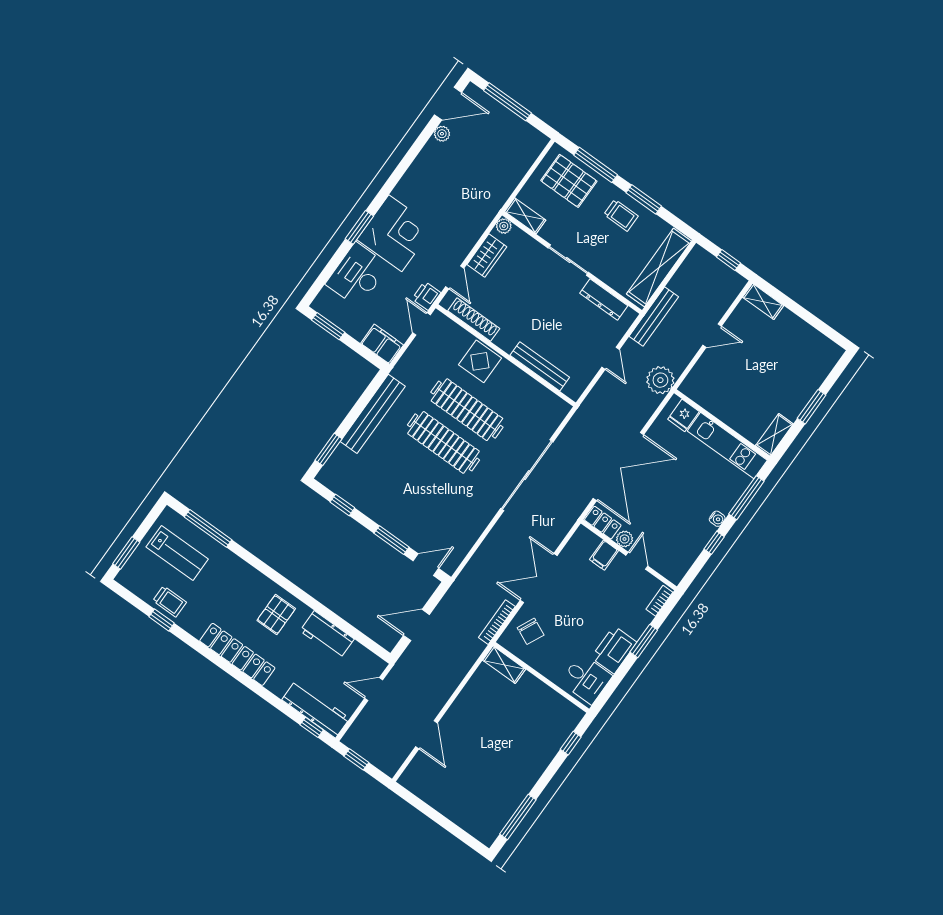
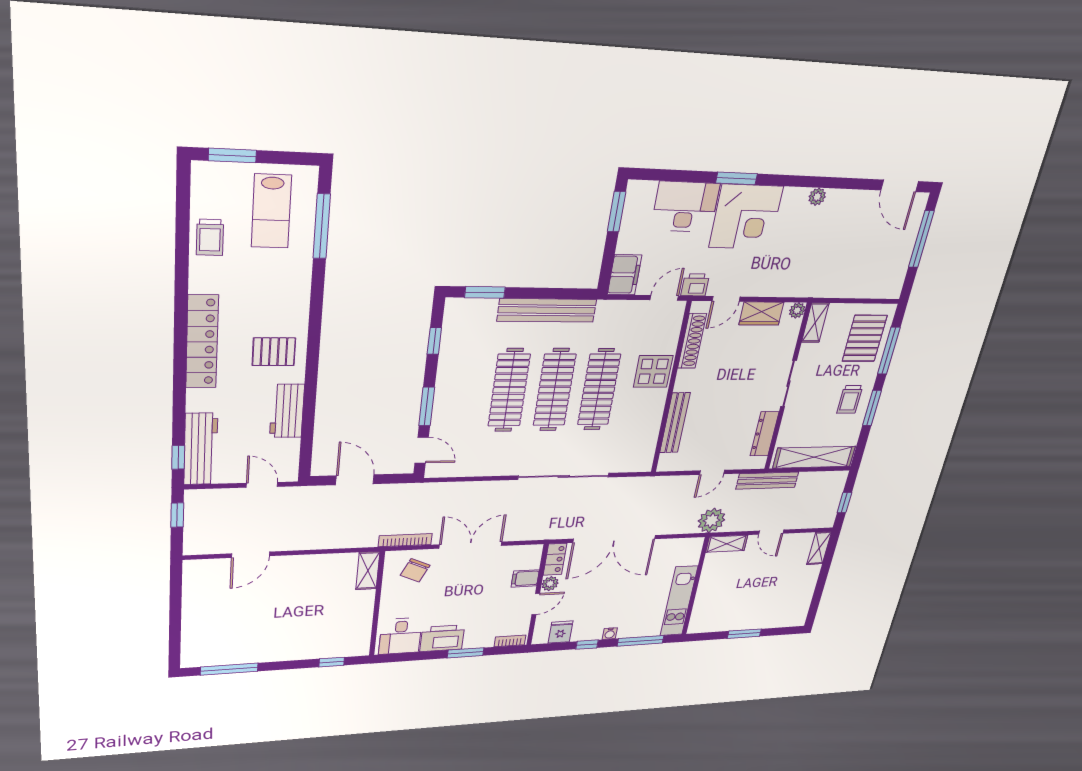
plant: (442, 134) -> (817, 197), moved
fridge: (683, 415) -> (561, 632), moved, turned 90
shelving: (774, 435) -> (727, 544), moved
clothes rail: (420, 475) -> (509, 390), added
window: (162, 620) -> (182, 242), removed

